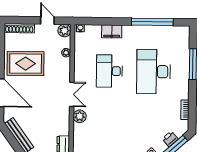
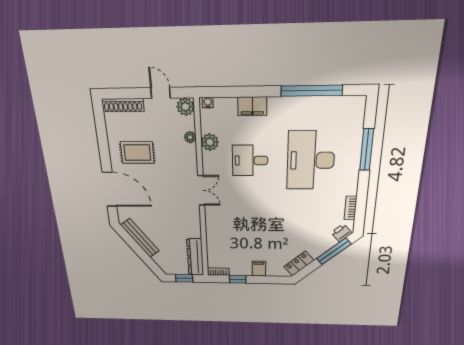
rug: (26, 64) -> (137, 153), width x0.73, depth x0.70
desk: (109, 71) -> (250, 160), width x0.73
plant: (80, 116) -> (210, 142), moved
printer: (170, 139) -> (342, 233), moved

